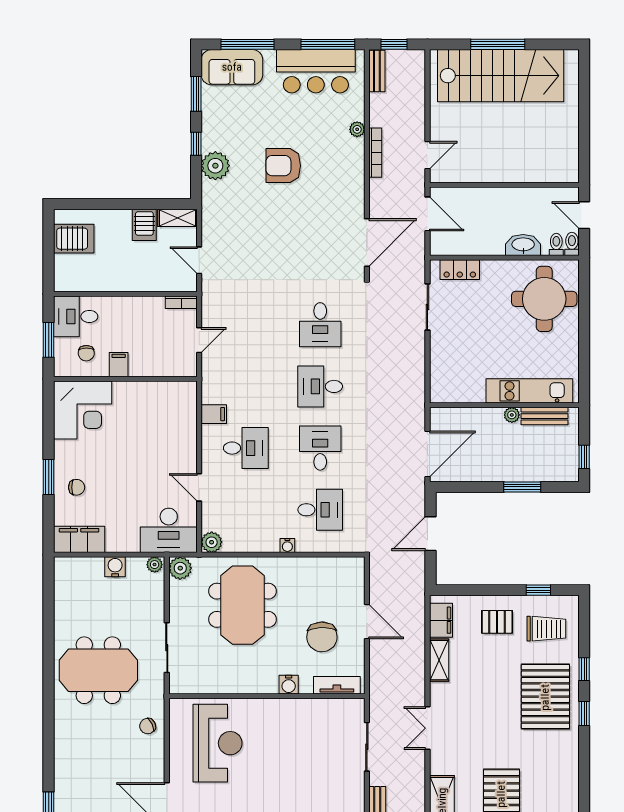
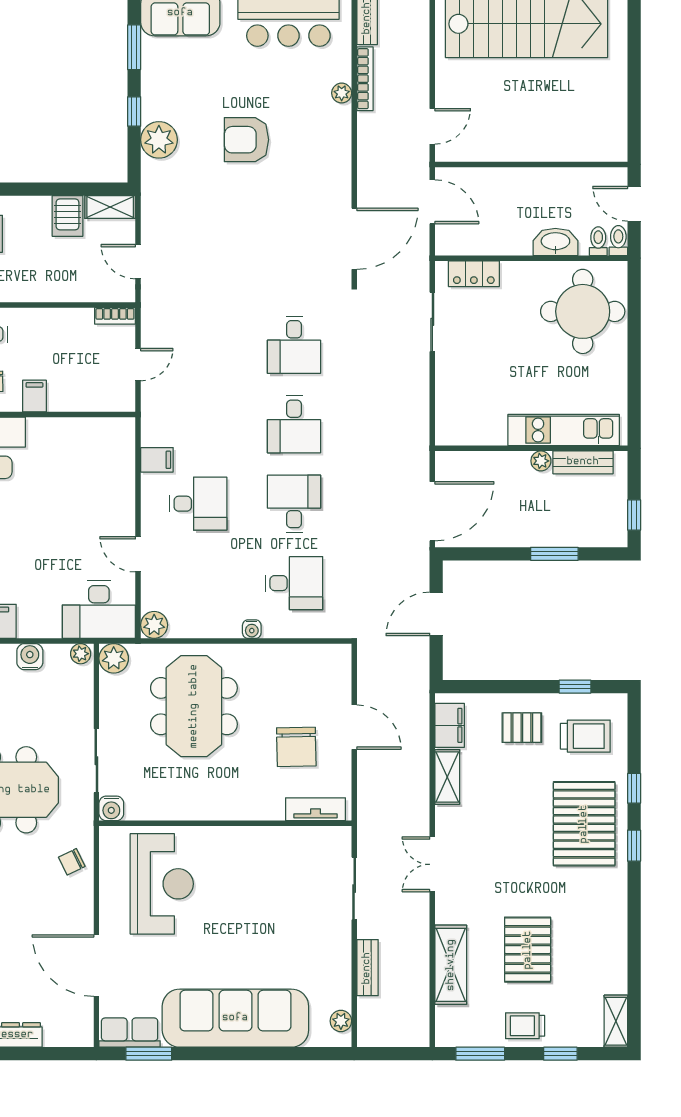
bookcase: (375, 153) -> (365, 79), moved
desk: (320, 386) -> (294, 424), turned -90
water cooler: (289, 685) -> (111, 808), moved

